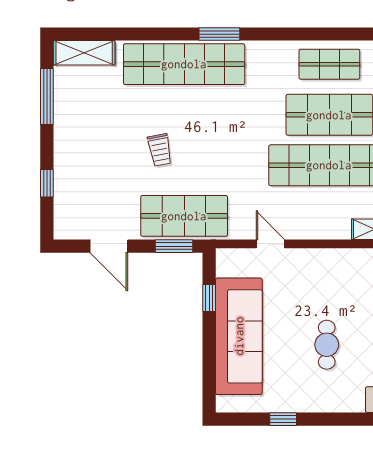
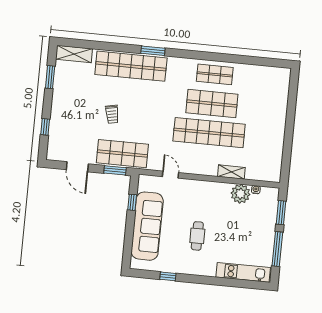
window: (47, 96) -> (50, 77), width x0.69

